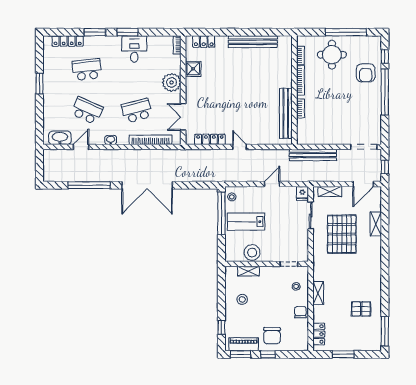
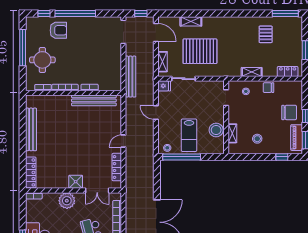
locker: (204, 42) -> (31, 172), width x1.53
shower: (193, 69) -> (76, 182), moved

